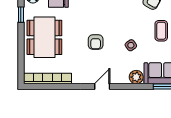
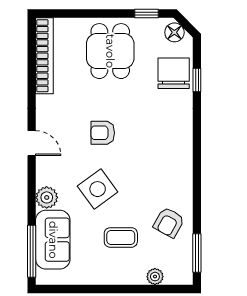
dining table: (44, 37) -> (110, 51), width x0.73
side table: (131, 45) -> (98, 189), width x1.87, depth x1.87

